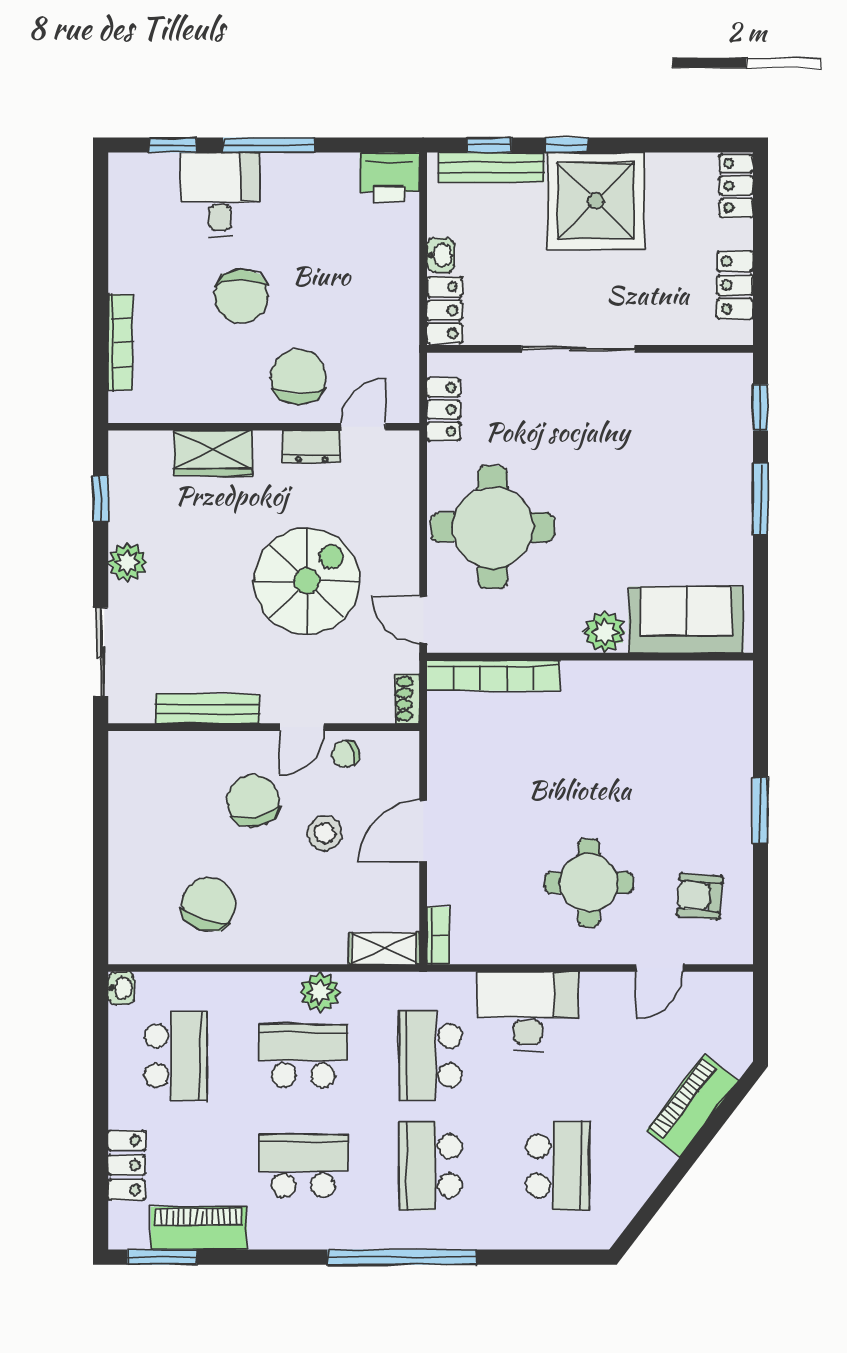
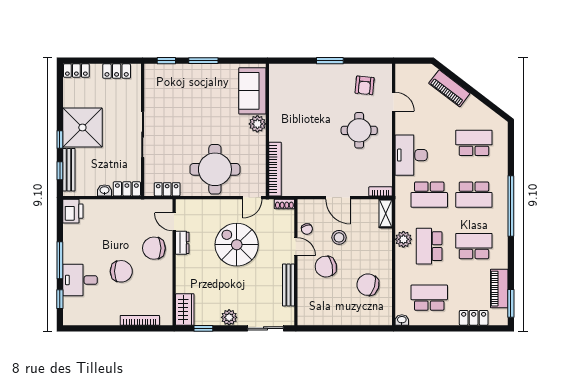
wardrobe: (213, 453) -> (185, 310), moved
school desk: (303, 1166) -> (474, 246), turned 90

